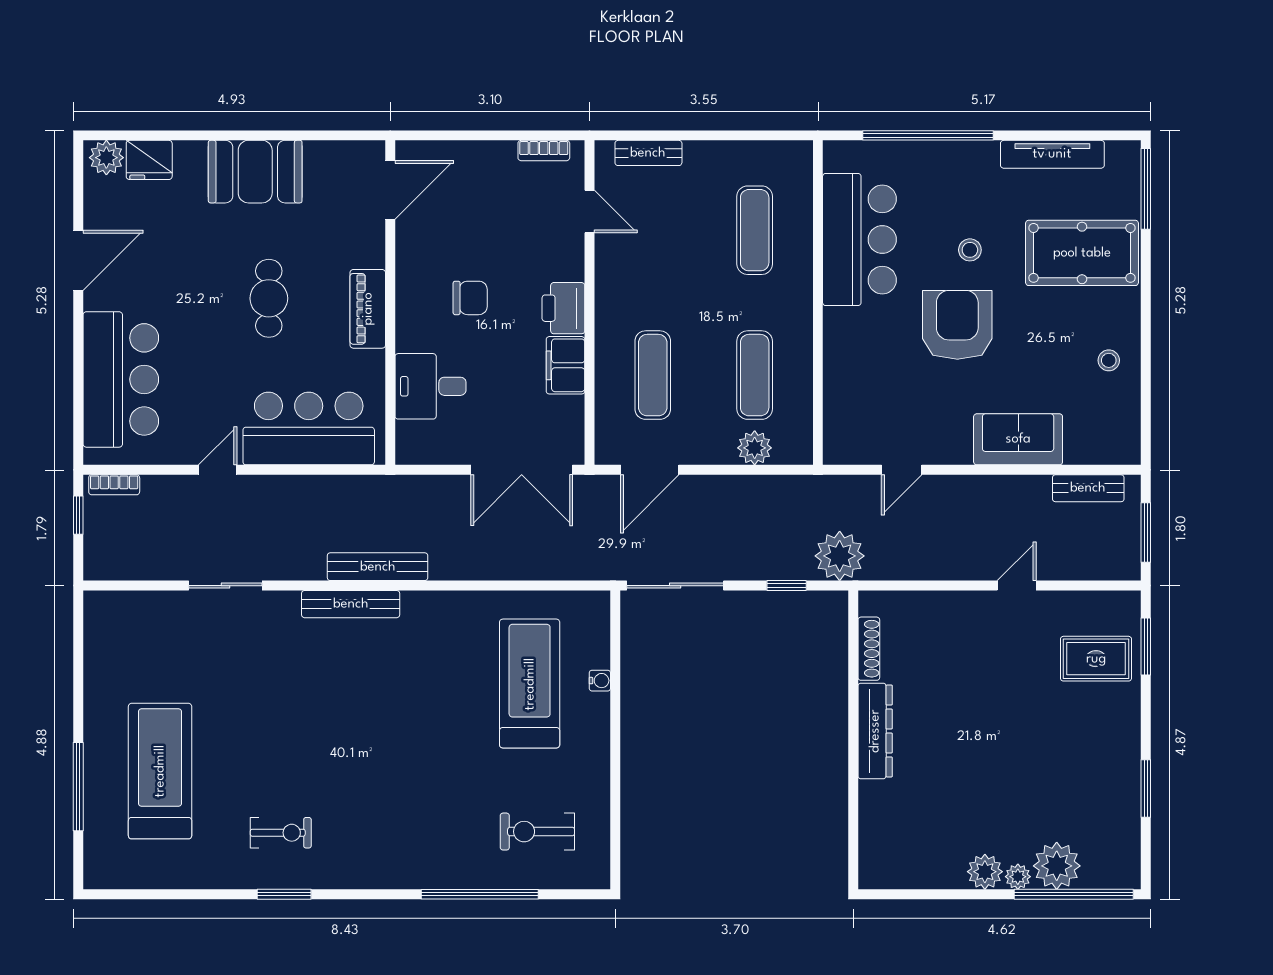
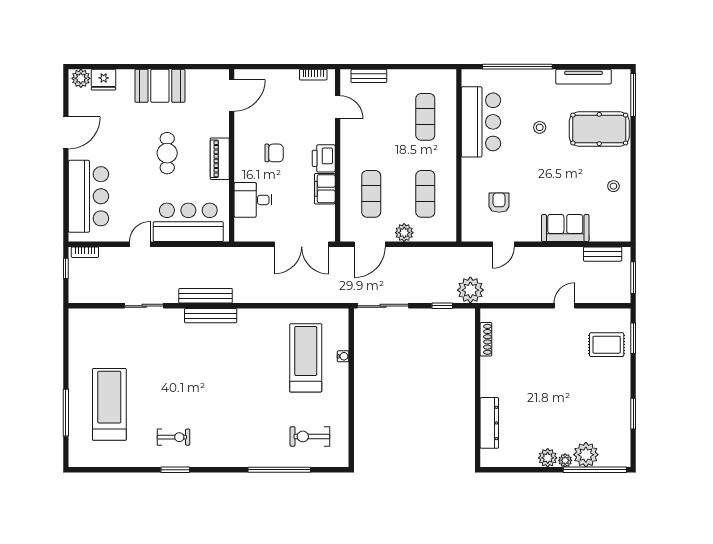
armchair: (957, 325) -> (499, 203), moved, width x0.53, depth x0.53
plant: (755, 448) -> (404, 233), moved
bench: (378, 567) -> (206, 296), moved
dresser: (875, 731) -> (489, 423), moved

